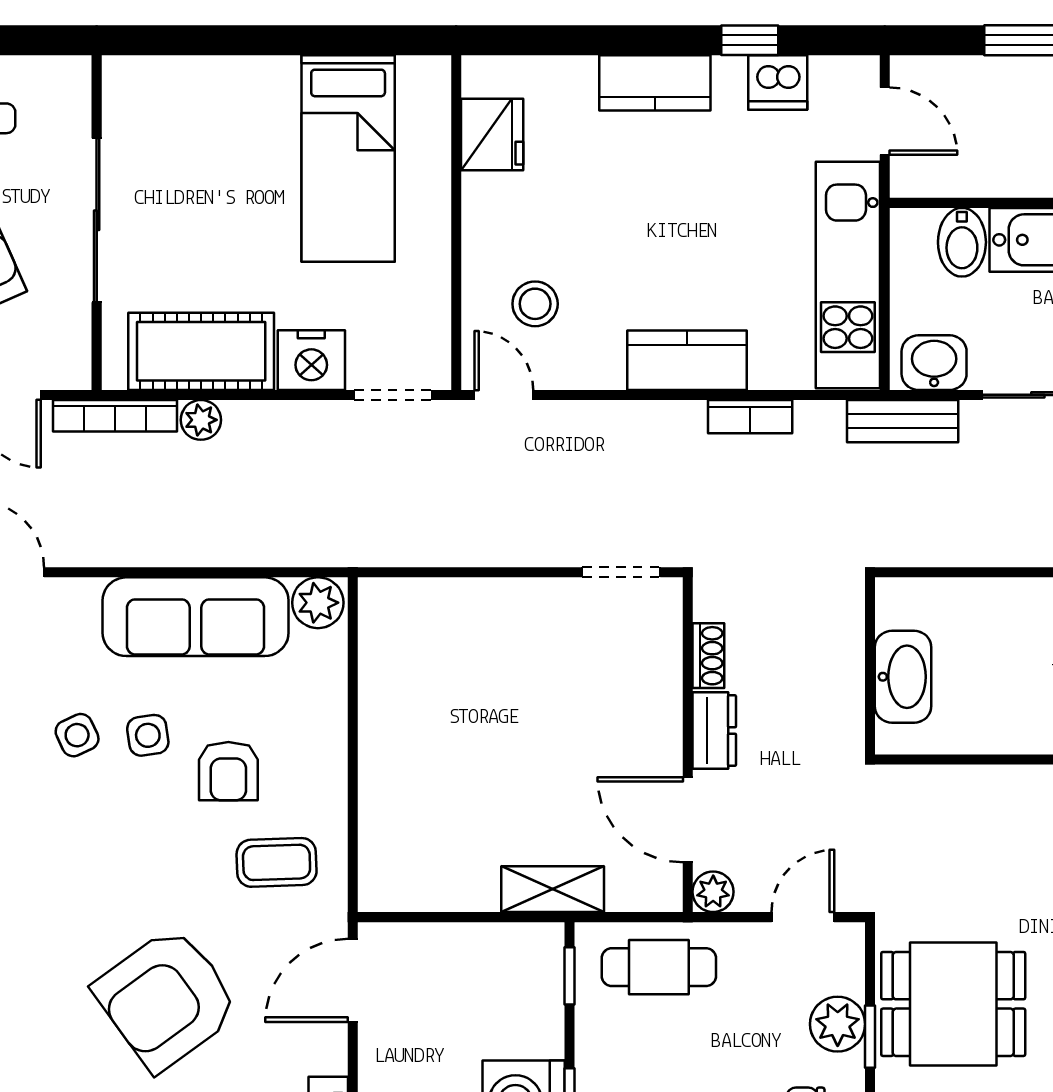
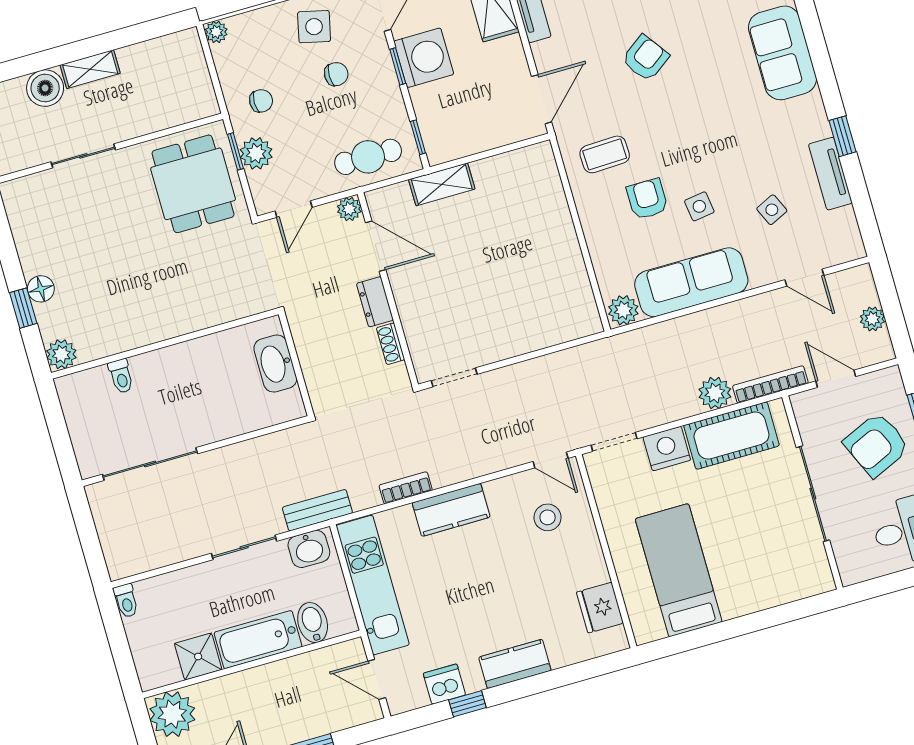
plant: (201, 420) -> (715, 393), width x1.38, depth x1.38
side table: (77, 735) -> (772, 210), moved
armchair: (167, 999) -> (645, 58), width x0.53, depth x0.53
dining table: (953, 1004) -> (193, 184), turned 90

